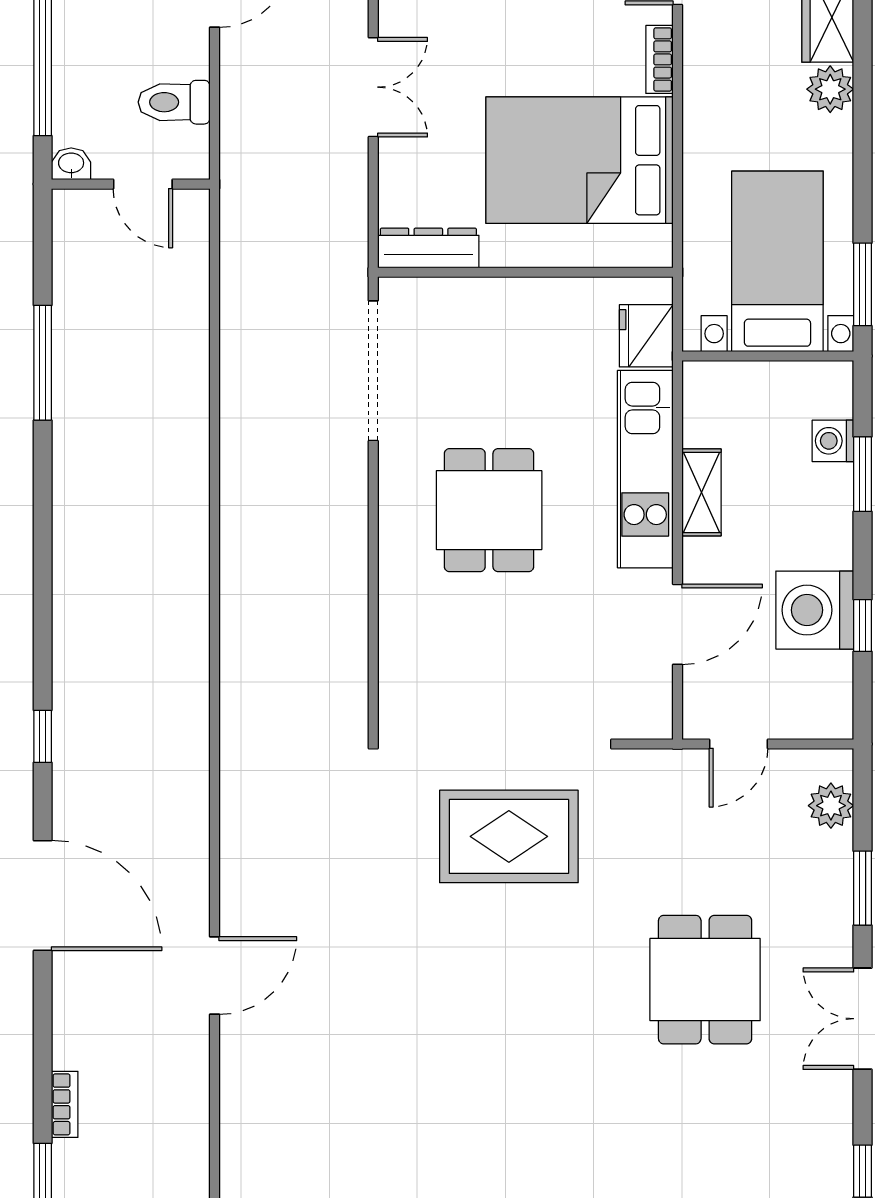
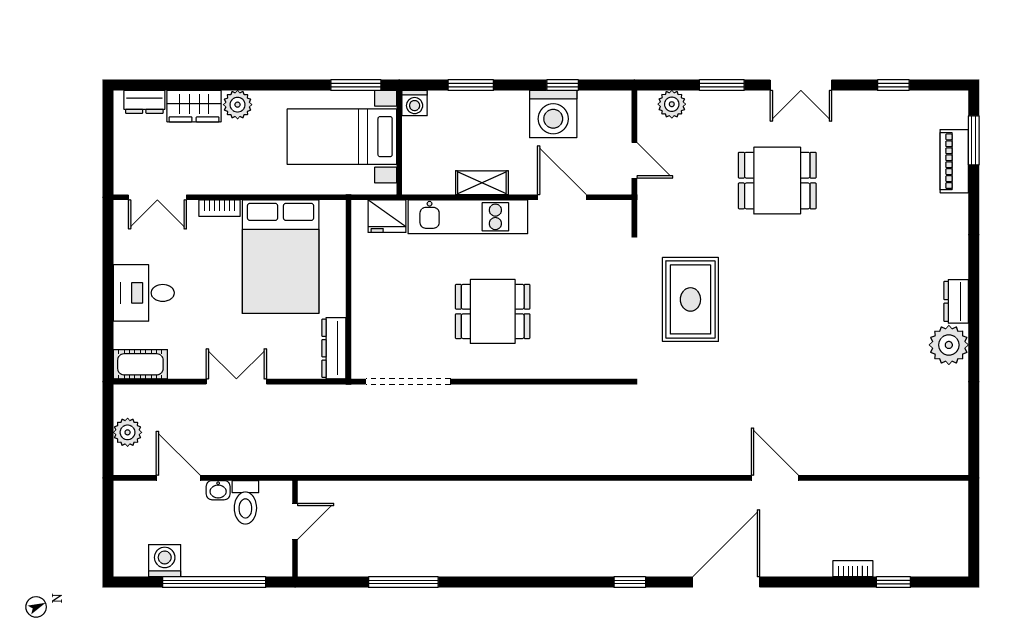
washbasin: (71, 164) -> (218, 490), moved, turned -90
washing machine: (833, 441) -> (415, 103), moved

